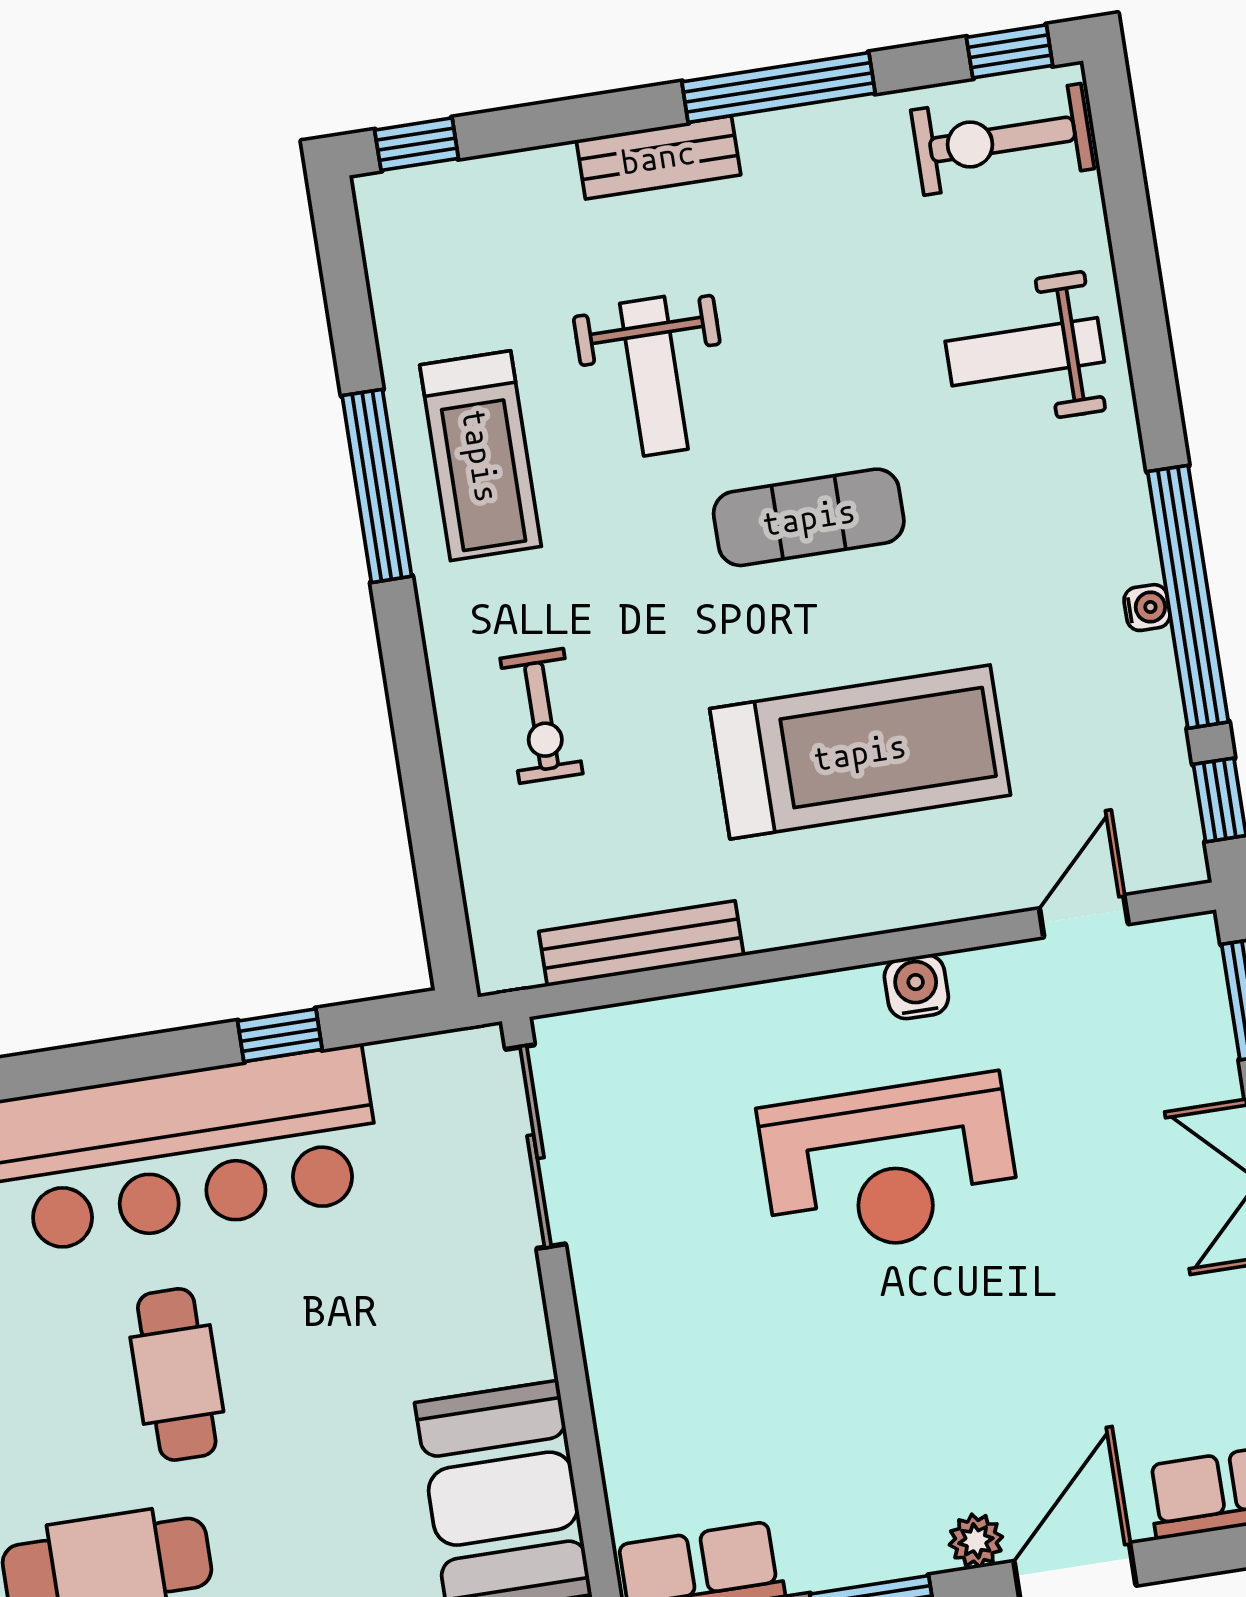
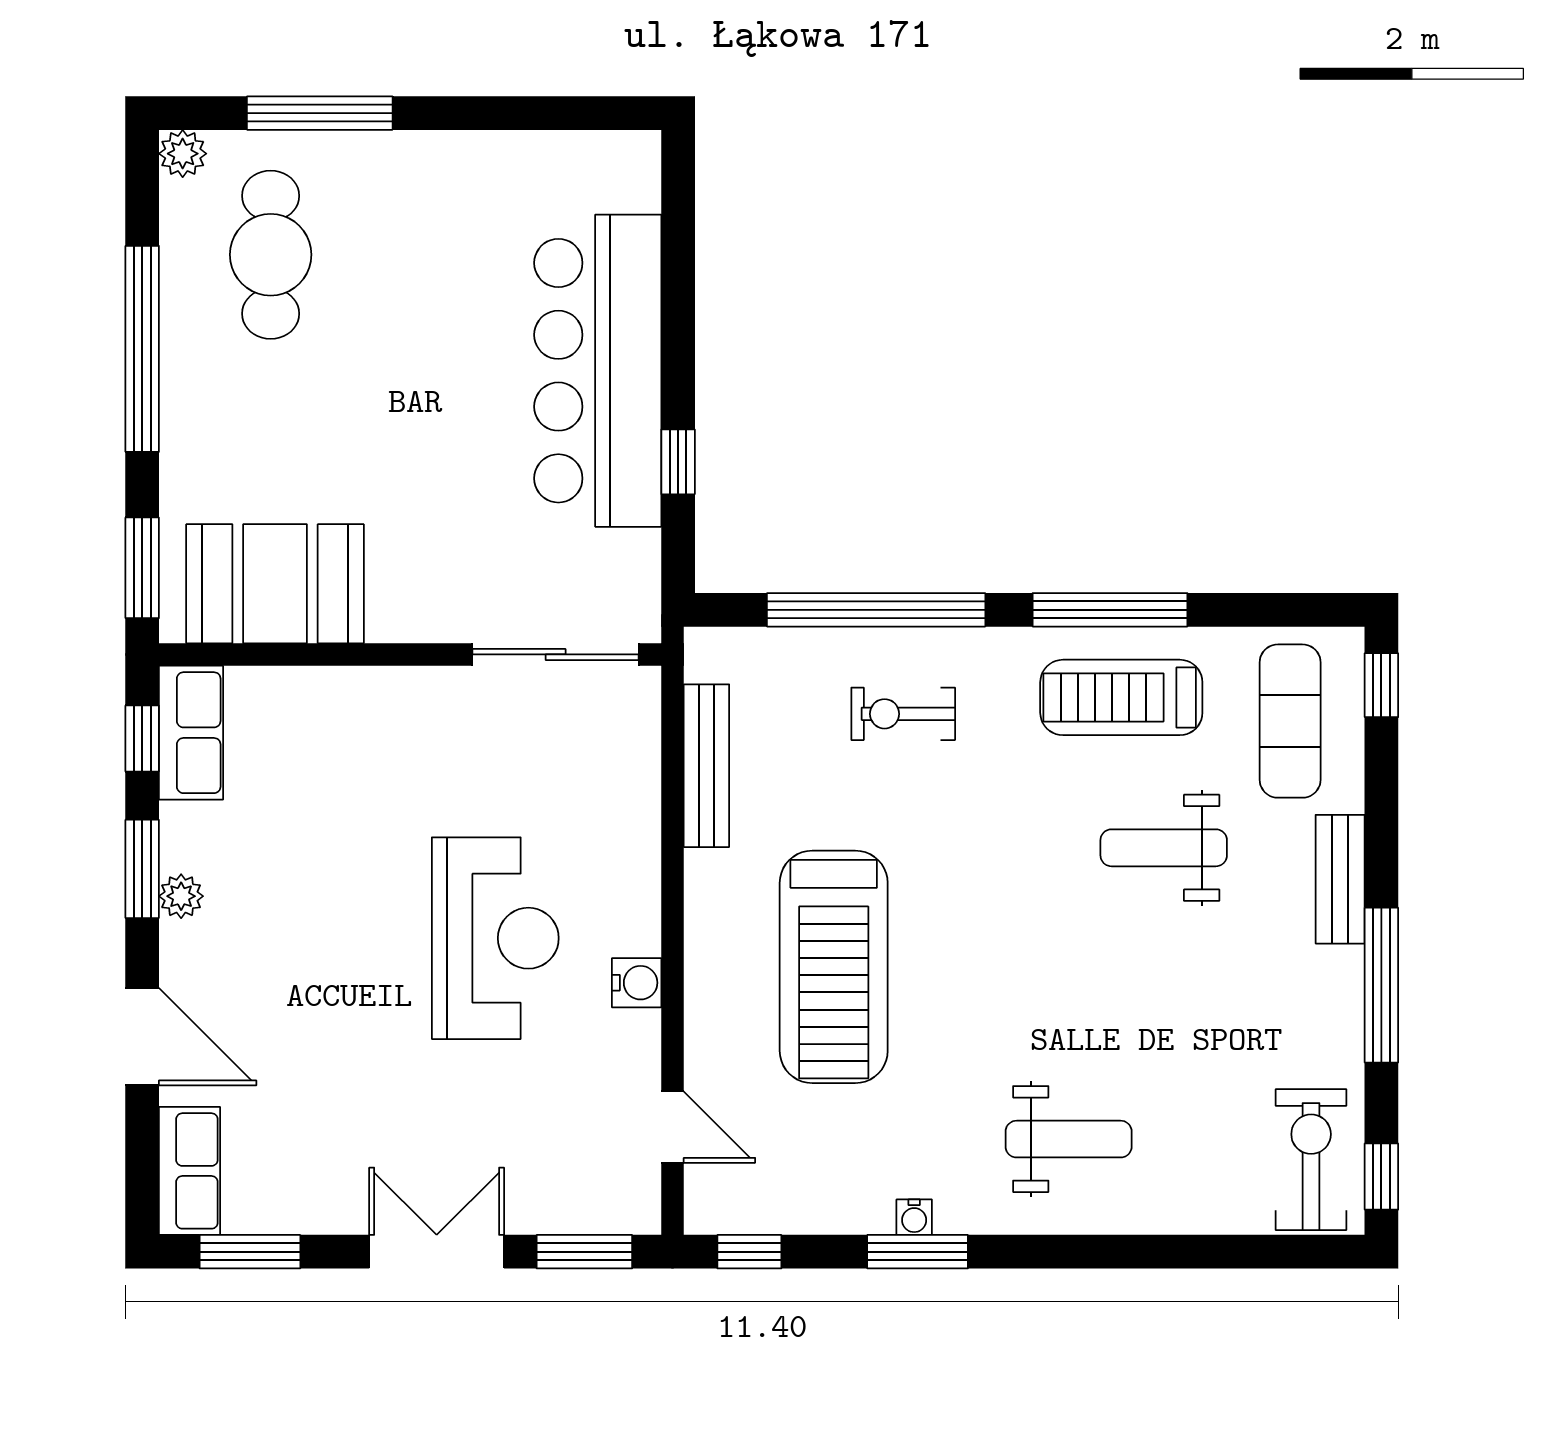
weight bench: (1025, 352) -> (1069, 1139), moved, turned 90
exercise mat: (809, 517) -> (1290, 721), moved
window: (1188, 597) -> (918, 1252), width x0.47
window: (421, 768) -> (876, 610), added
reception desk: (889, 1166) -> (495, 938), turned 180
cafe table: (177, 1374) -> (417, 335), removed
plant: (976, 1541) -> (181, 896), moved

